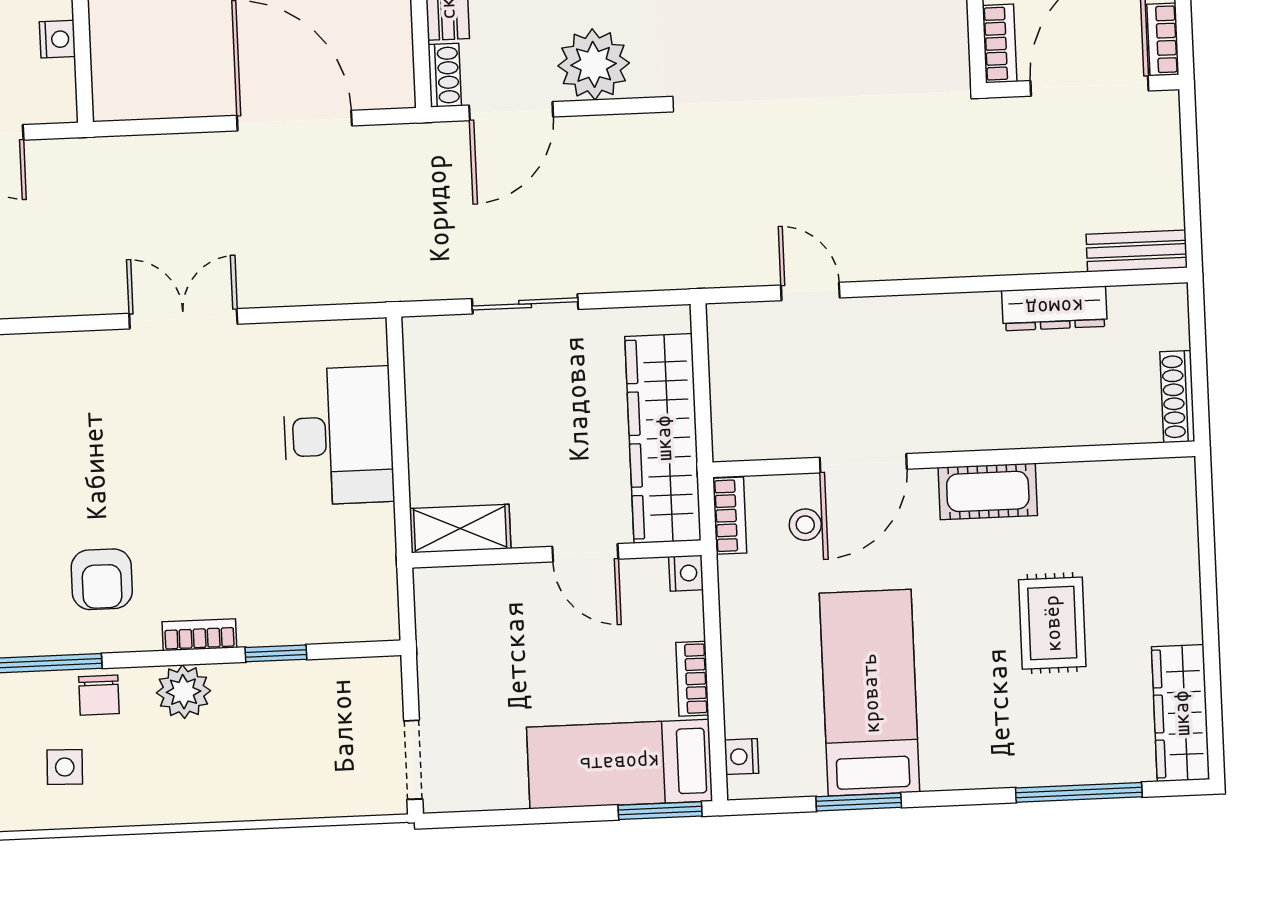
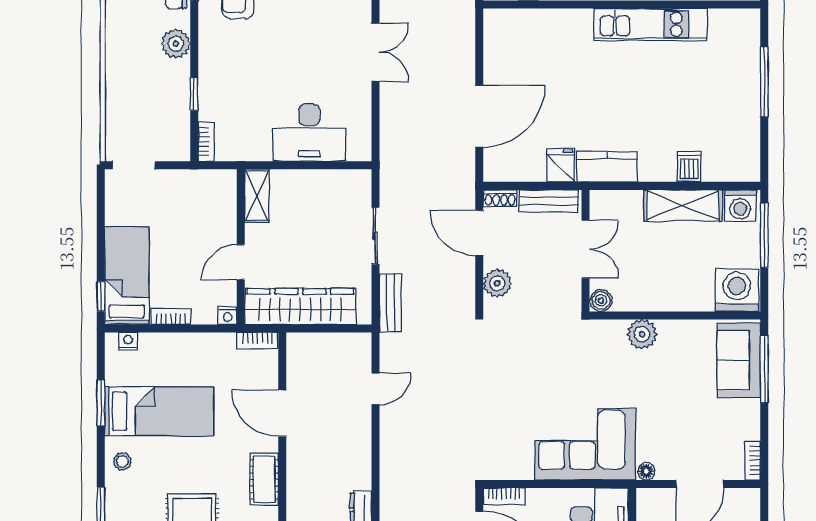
plant: (594, 64) -> (497, 283), width x0.73, depth x0.73
bench: (649, 271) -> (391, 303), added
stool: (805, 525) -> (122, 461), moved
bookcase: (199, 635) -> (206, 142), moved
window: (660, 811) -> (101, 296), width x0.67

